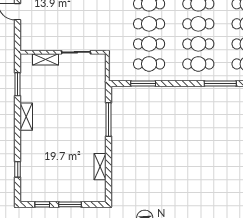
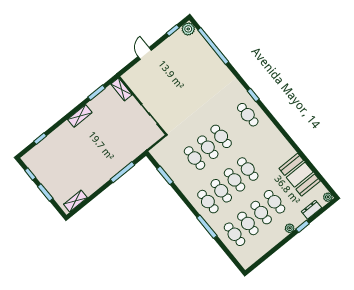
shelving: (46, 59) -> (121, 89), moved
cafe table: (149, 64) -> (181, 169), removed
shelving: (100, 167) -> (75, 201), moved

